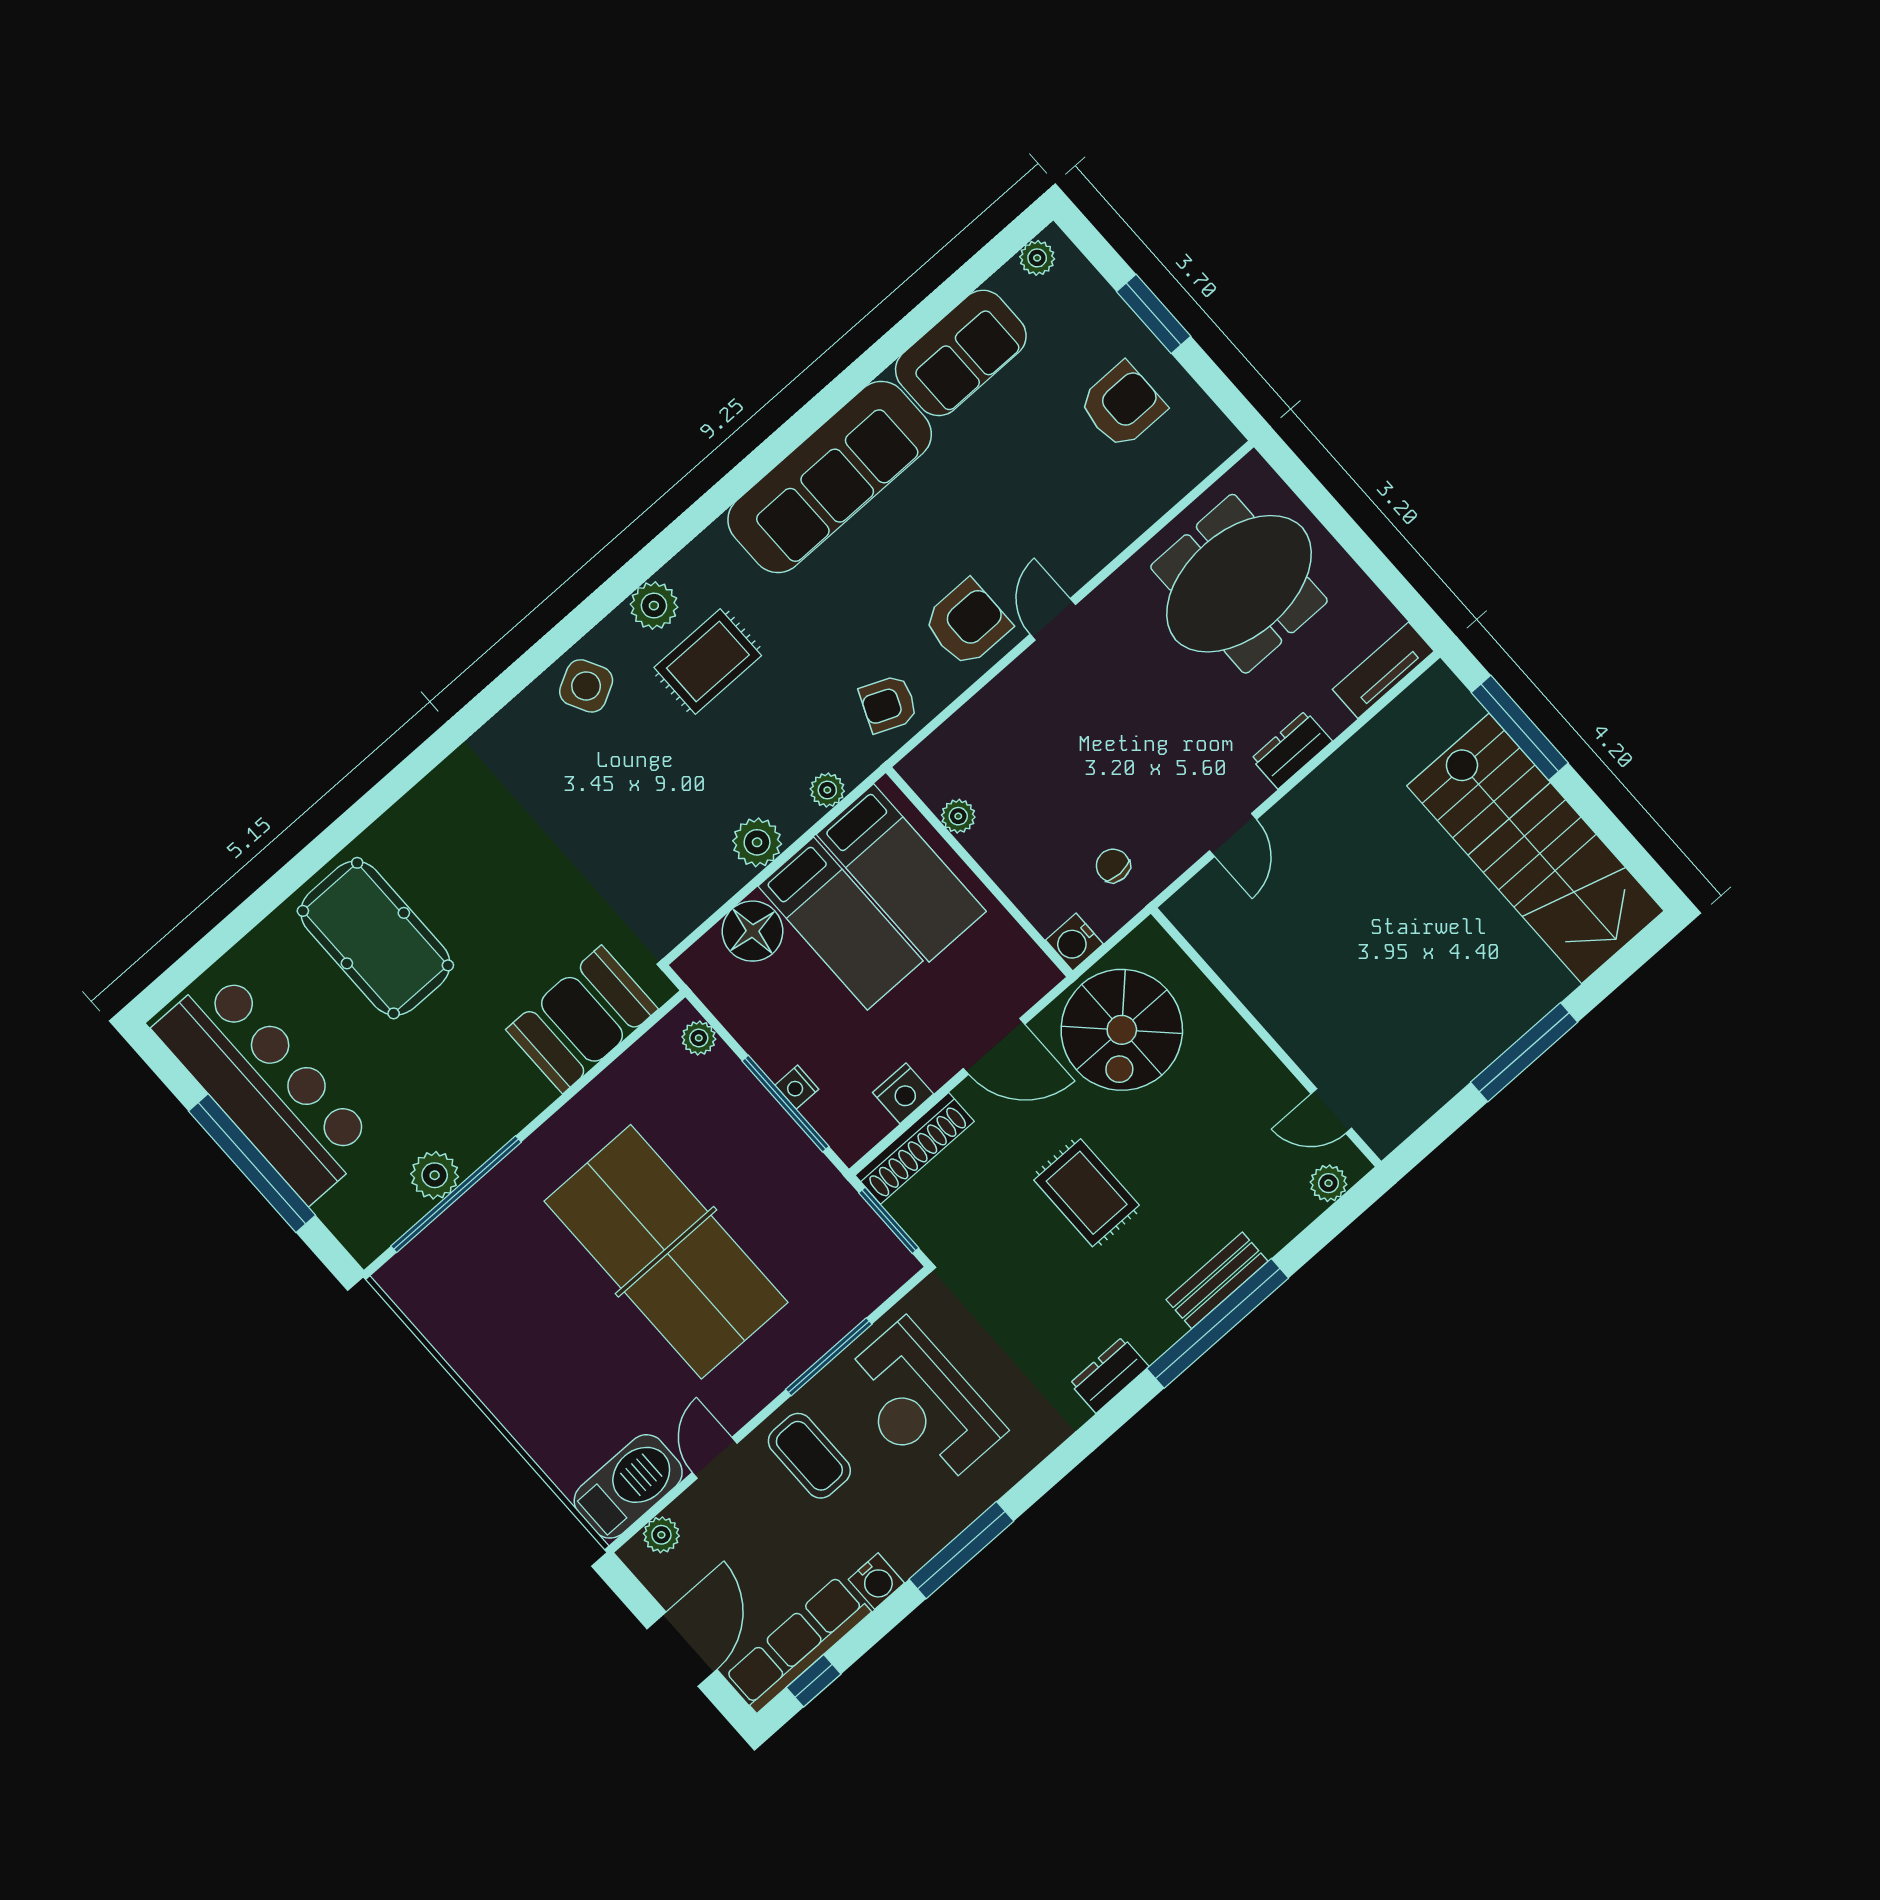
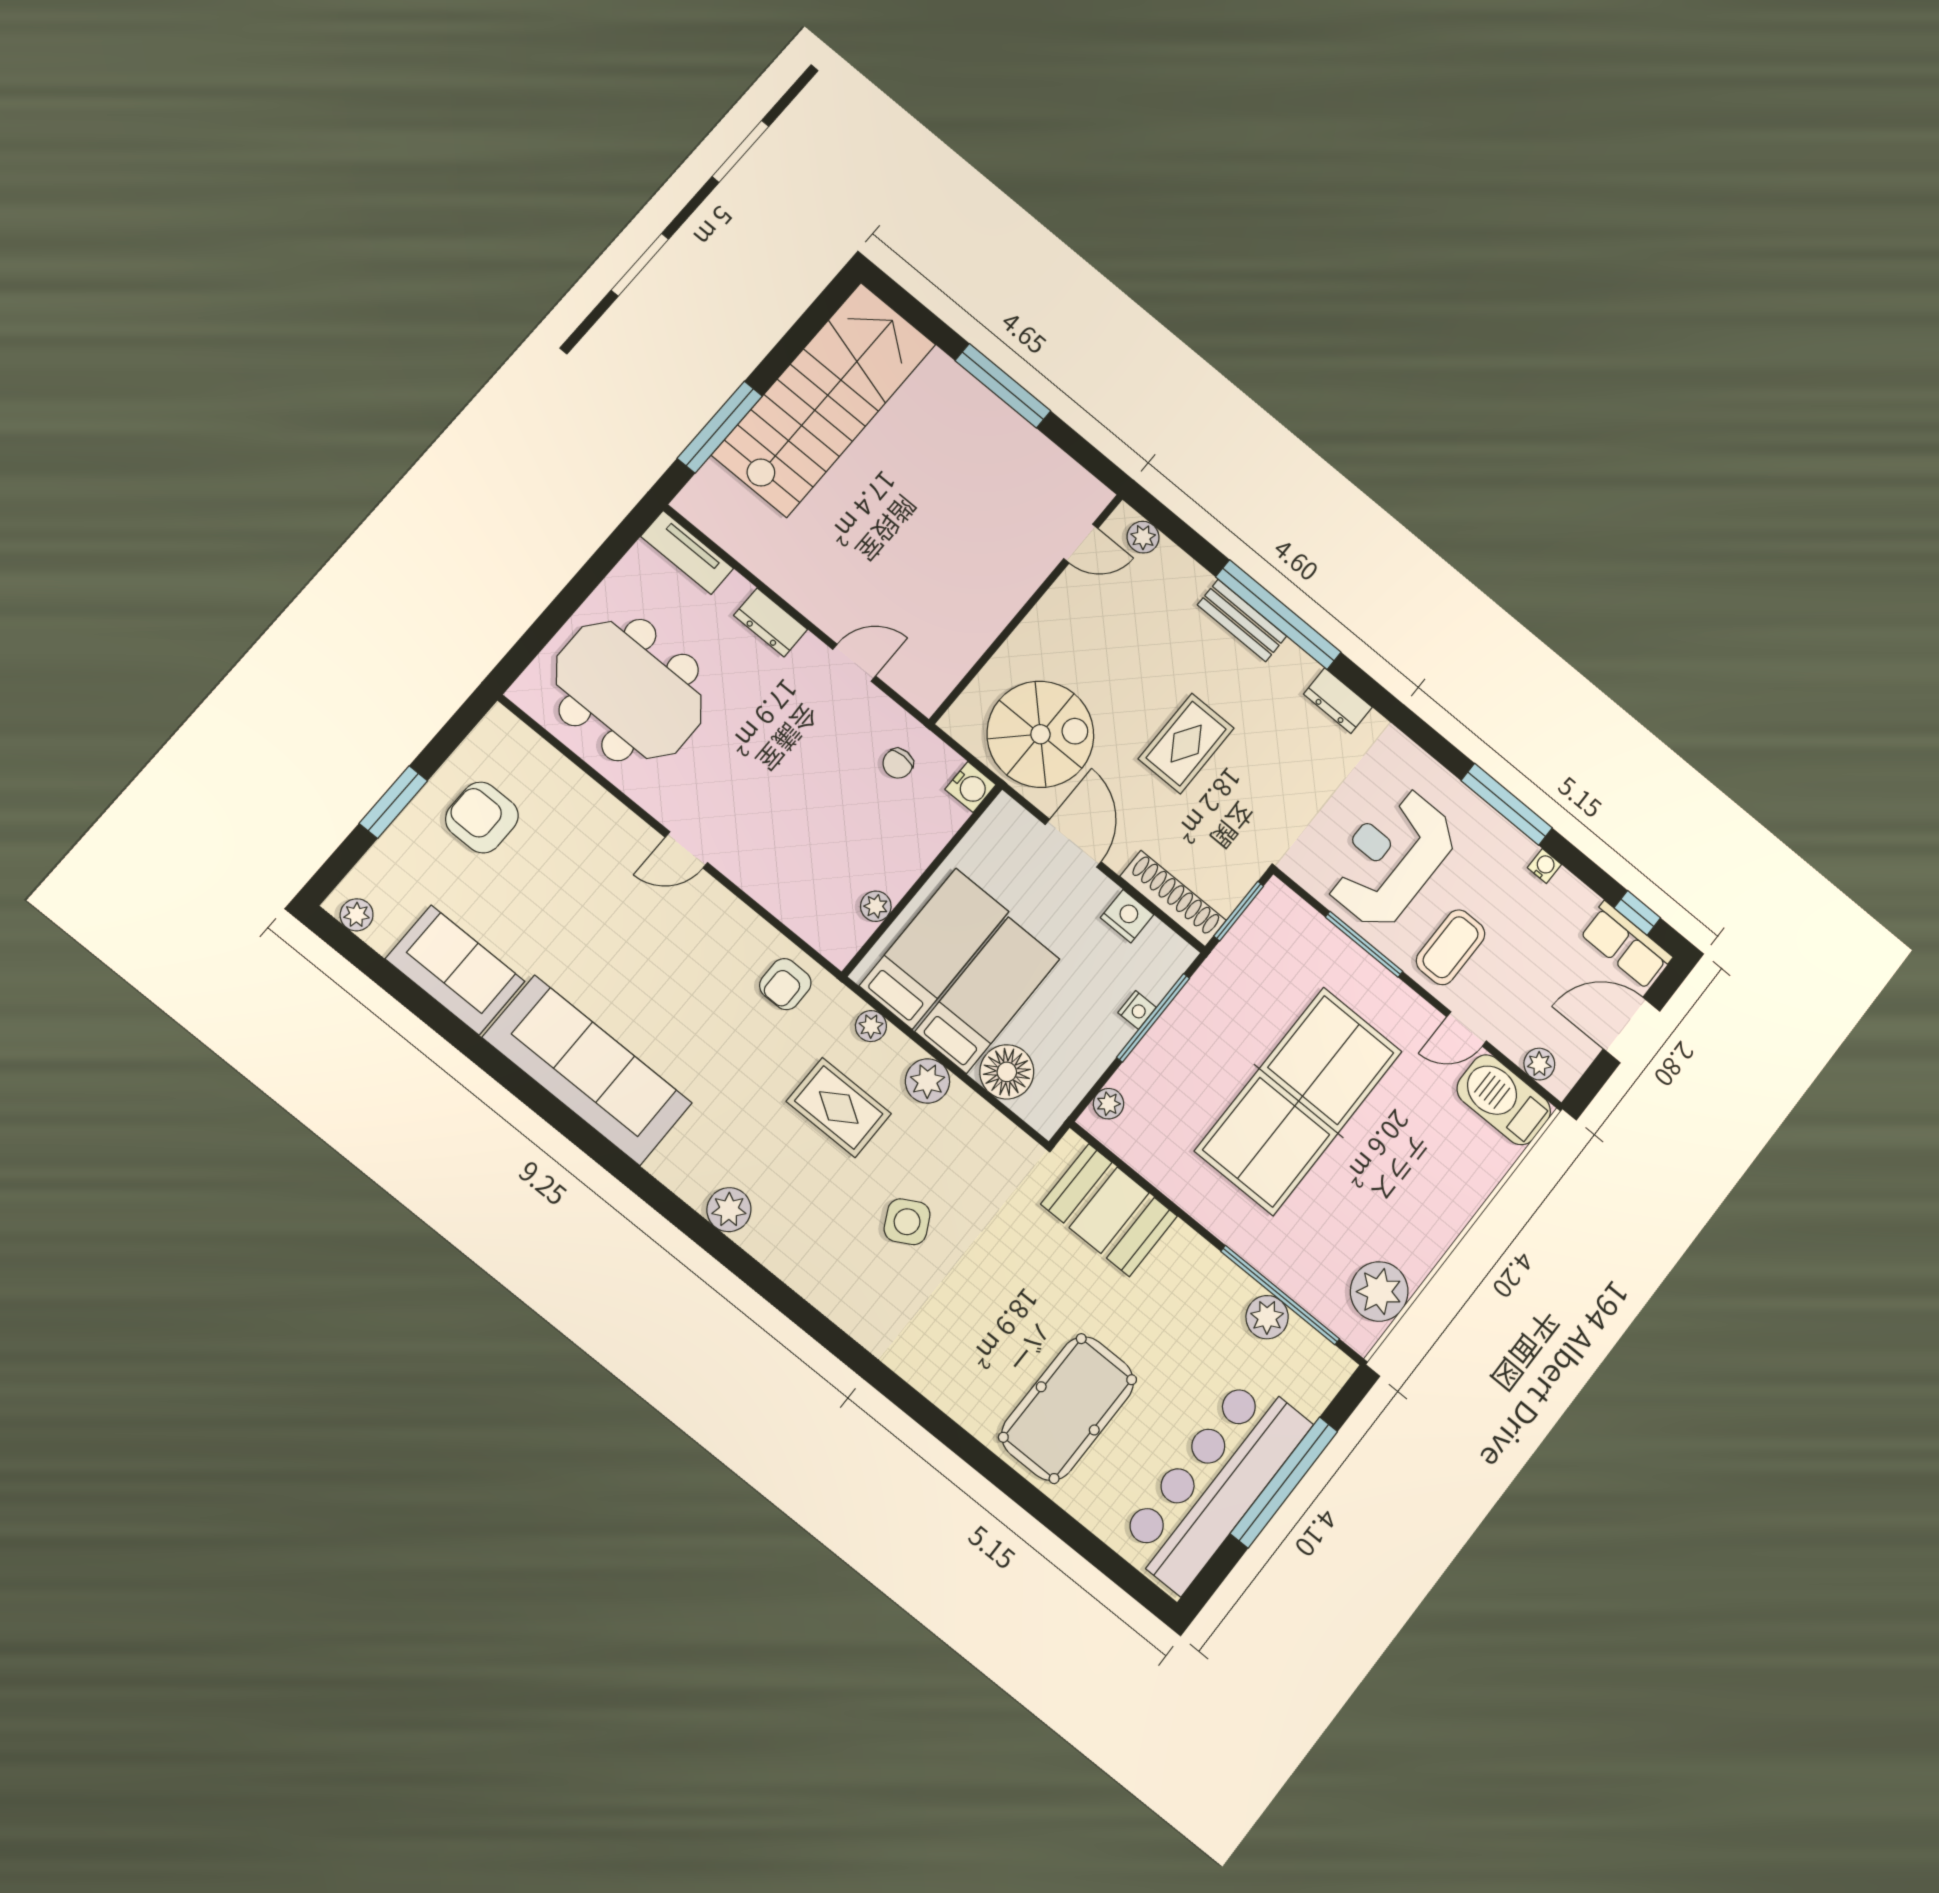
armchair: (967, 623) -> (702, 926), removed
rug: (708, 661) -> (839, 1108), moved
side table: (586, 686) -> (907, 1222), moved
armchair: (888, 704) -> (785, 984), turned 67
door: (1331, 1111) -> (1081, 544), hinge flipped
plant: (440, 1306) -> (1379, 1292), added
reception desk: (921, 1405) -> (1391, 858), turned 180
water cooler: (876, 1581) -> (1544, 866), width x0.72, depth x0.72
row of seats: (798, 1644) -> (1626, 945), width x0.68

